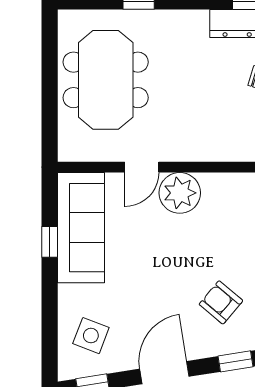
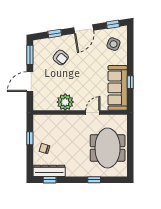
plant: (180, 193) -> (65, 102), moved

